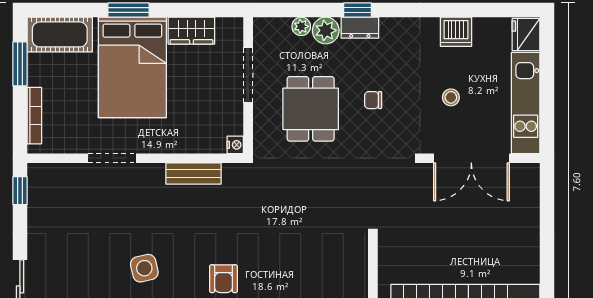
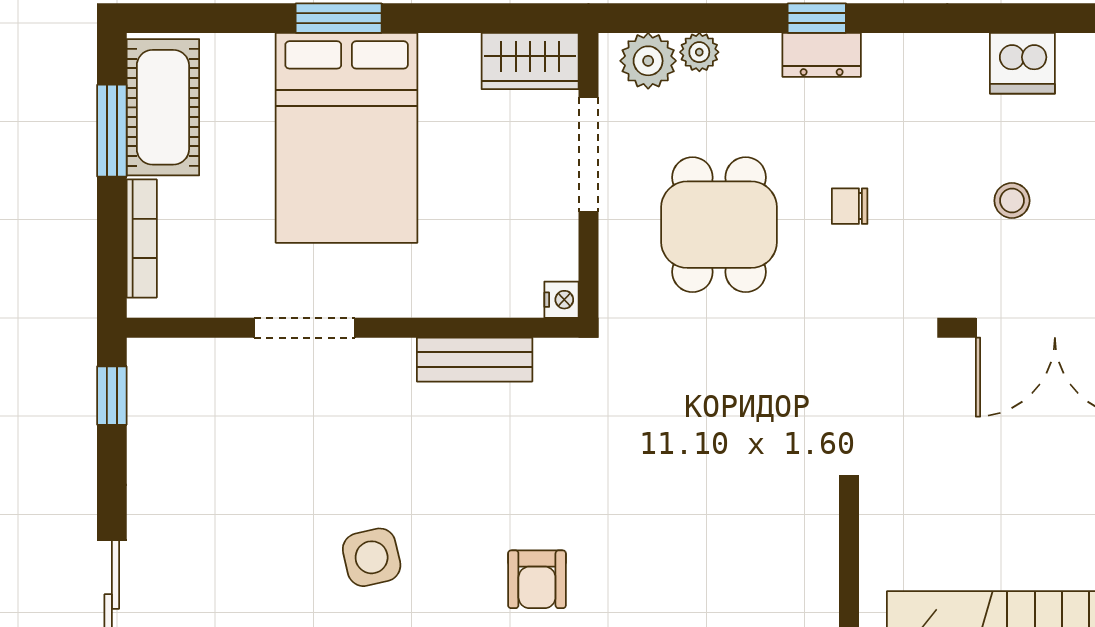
plant: (326, 30) -> (648, 61), moved
wardrobe: (191, 31) -> (530, 61), moved
cot: (60, 34) -> (163, 107), moved, turned 90

